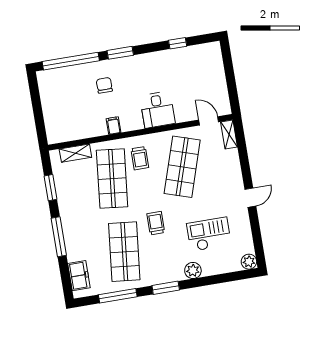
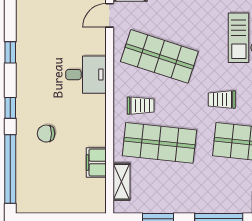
window: (178, 43) -> (10, 52), moved
window: (120, 53) -> (10, 108), width x0.67
filing cabinet: (114, 126) -> (96, 162), moved, width x2.00

